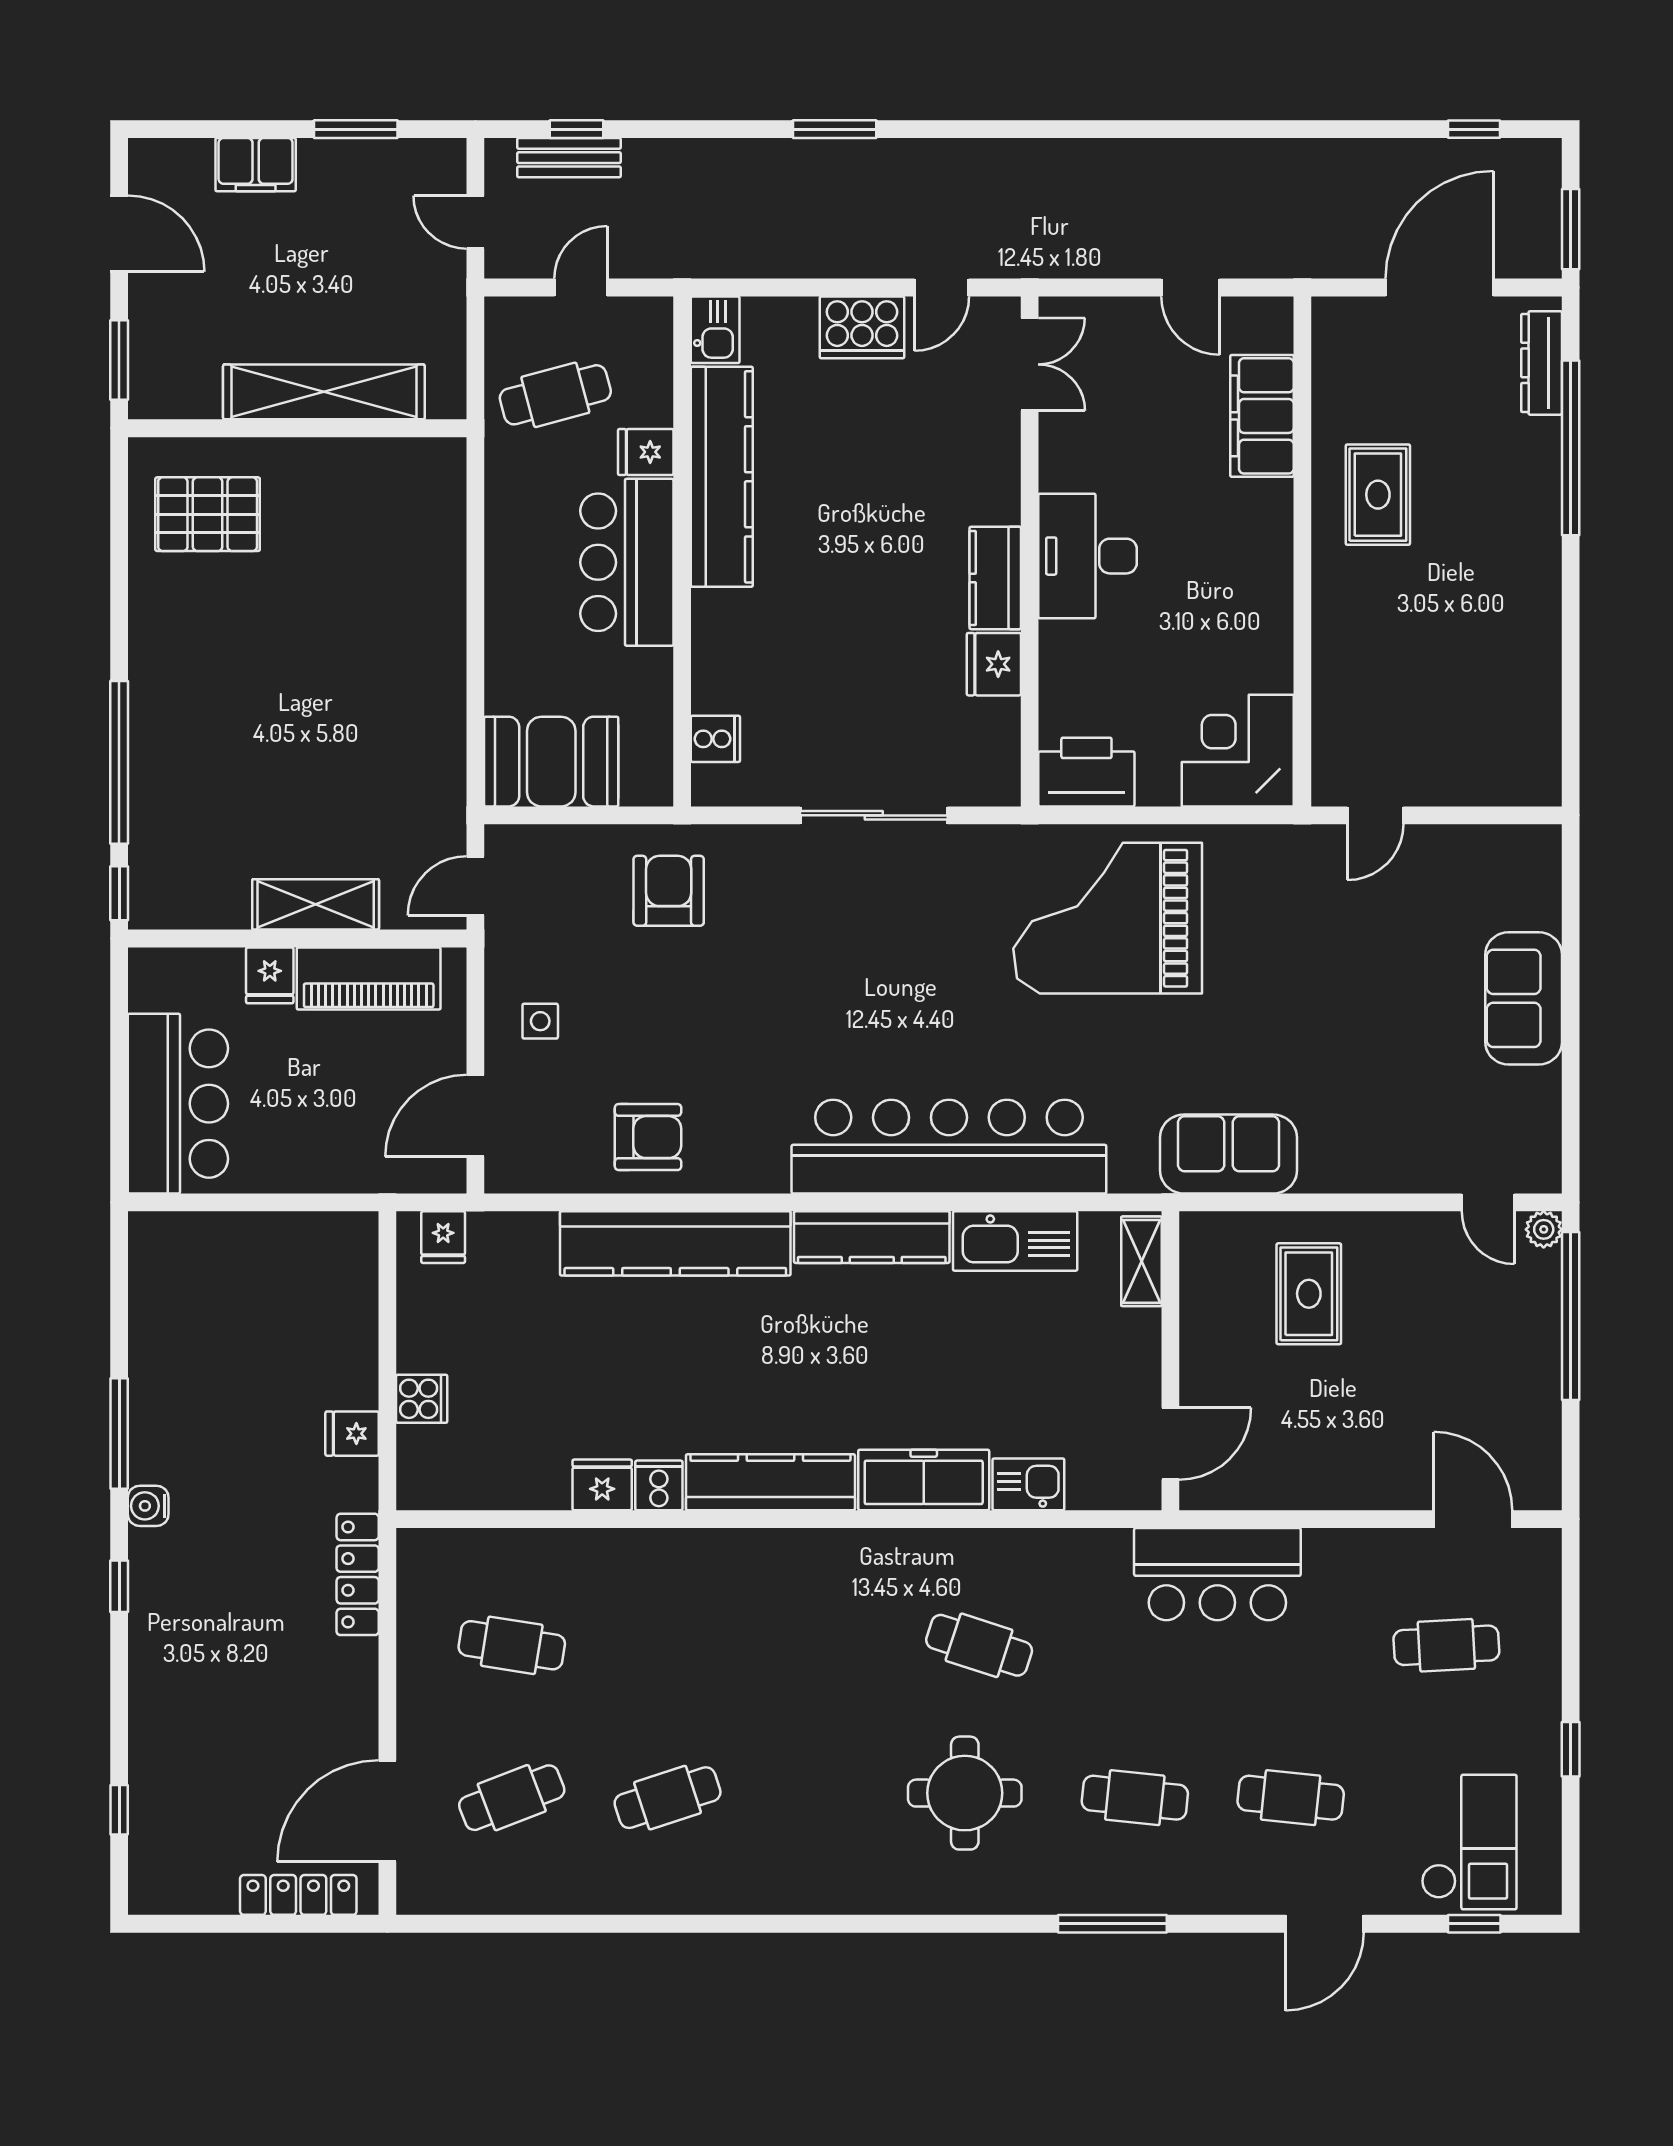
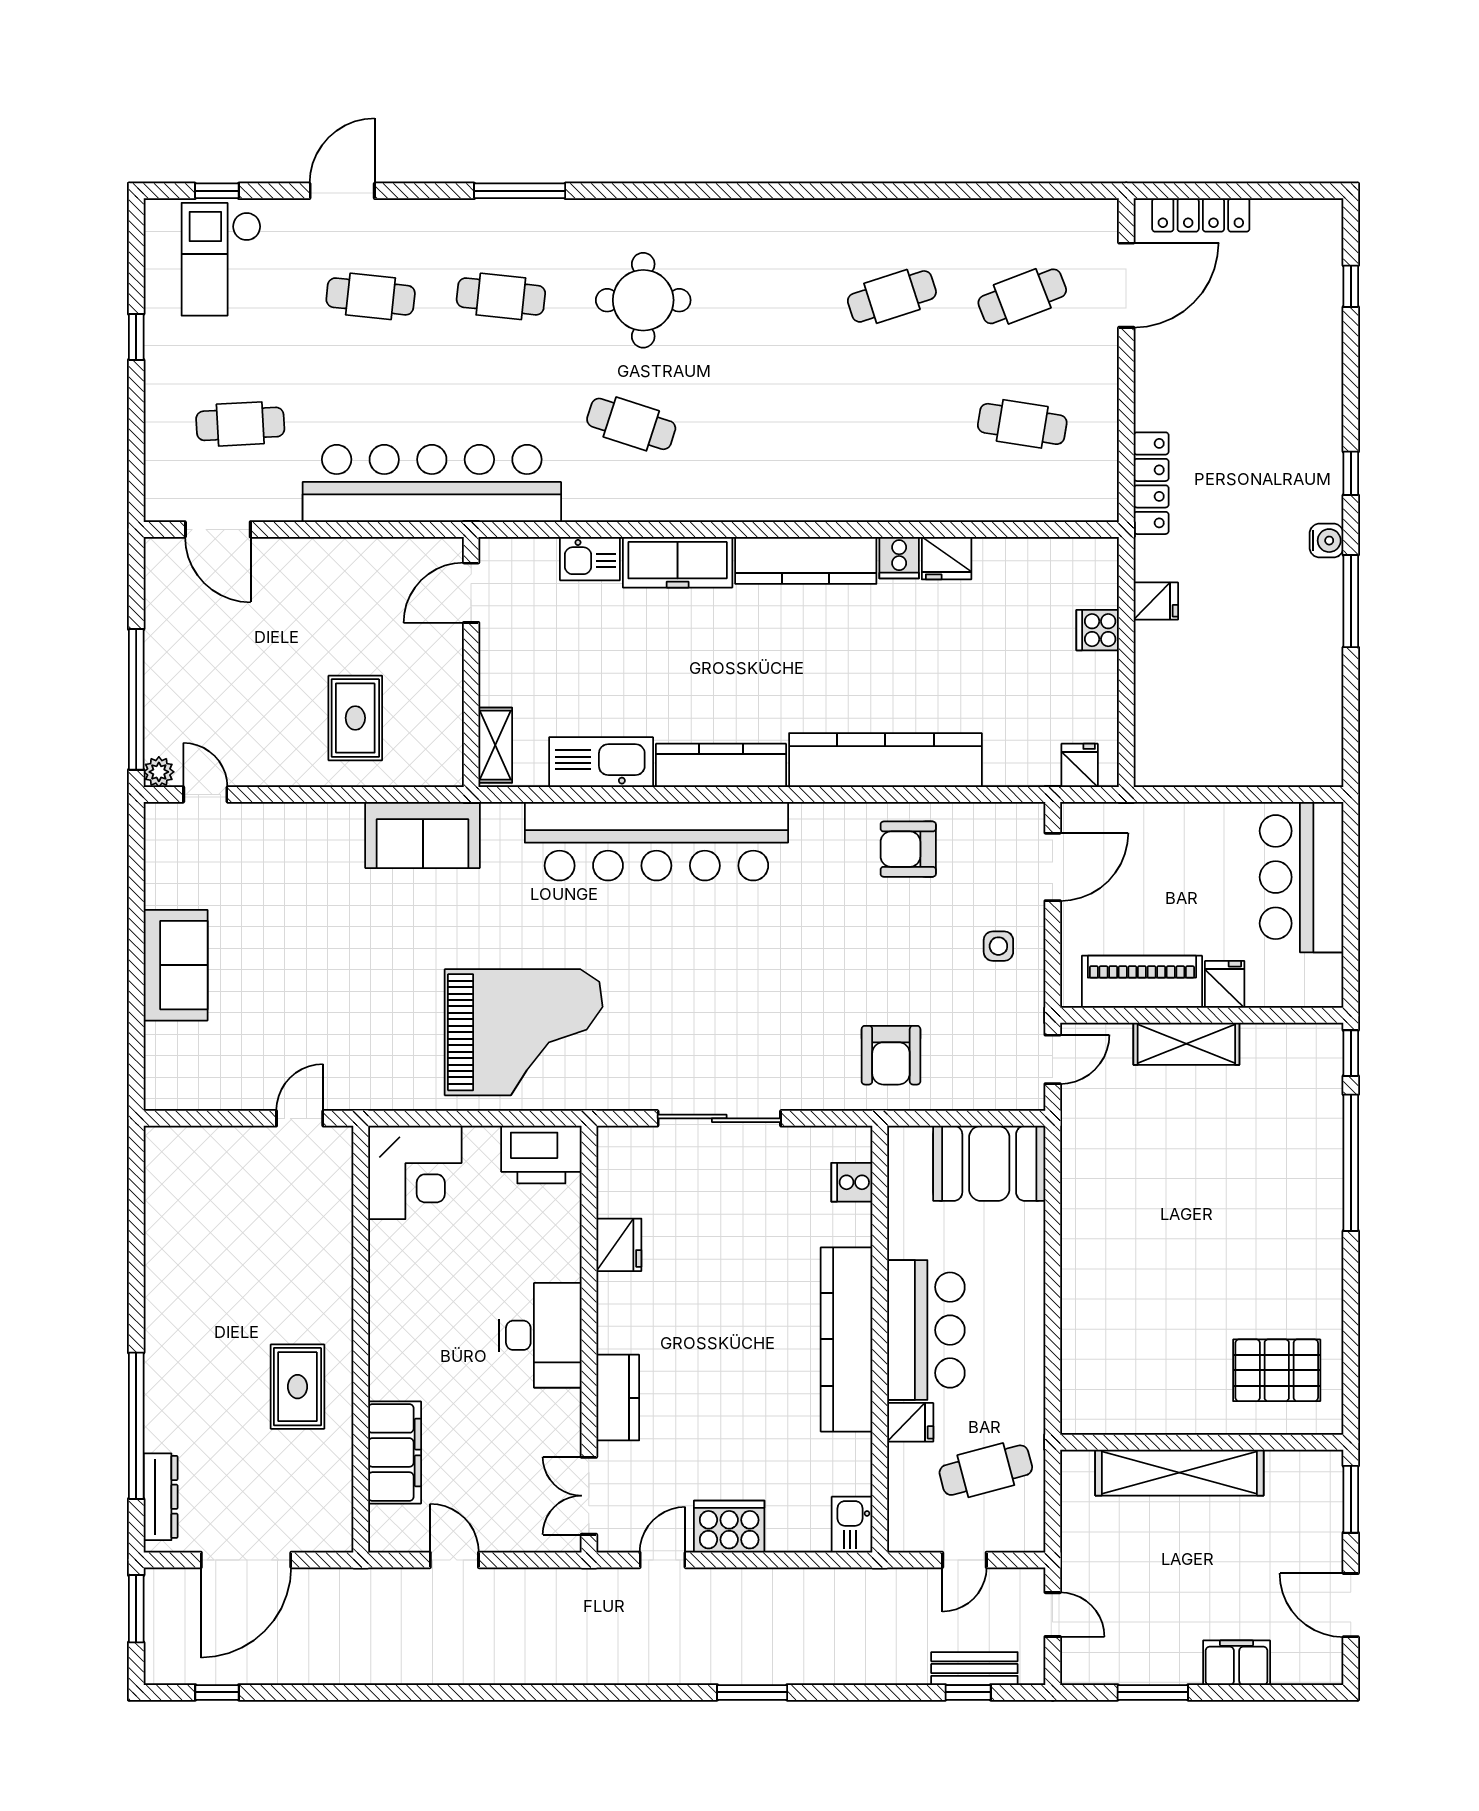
kitchen counter: (722, 477) -> (846, 1339), moved
kitchen counter: (995, 578) -> (618, 1398), moved
bar counter: (1217, 1574) -> (432, 483), width x1.86

